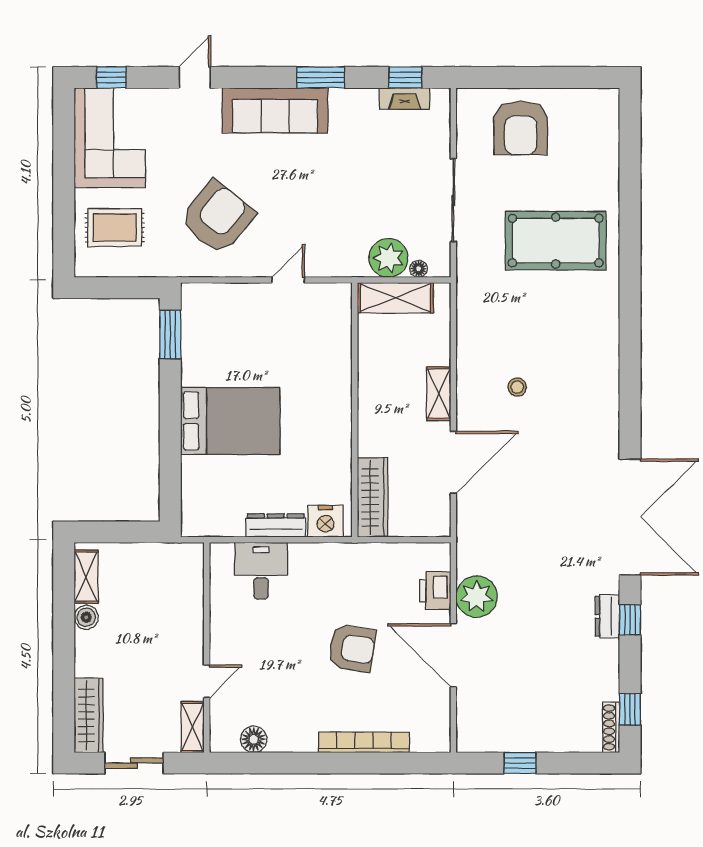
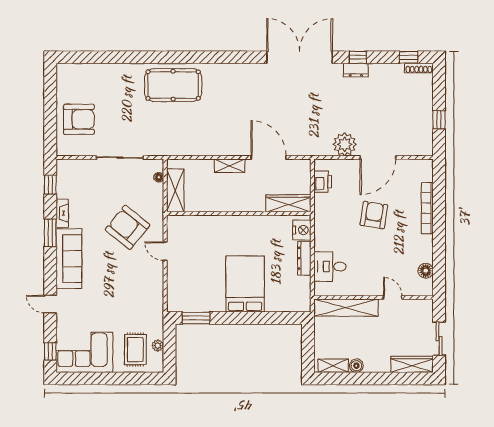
fireplace: (405, 99) -> (62, 213), moved
armchair: (217, 217) -> (128, 227), moved
pool table: (556, 241) -> (173, 85), moved, turned 90
plant: (388, 258) -> (158, 346), moved, width x0.53, depth x0.53
stool: (517, 387) -> (226, 121), removed
printer: (435, 591) -> (323, 182), moved, turned -90
shelving: (193, 727) -> (346, 308), moved, width x2.20, depth x1.33

